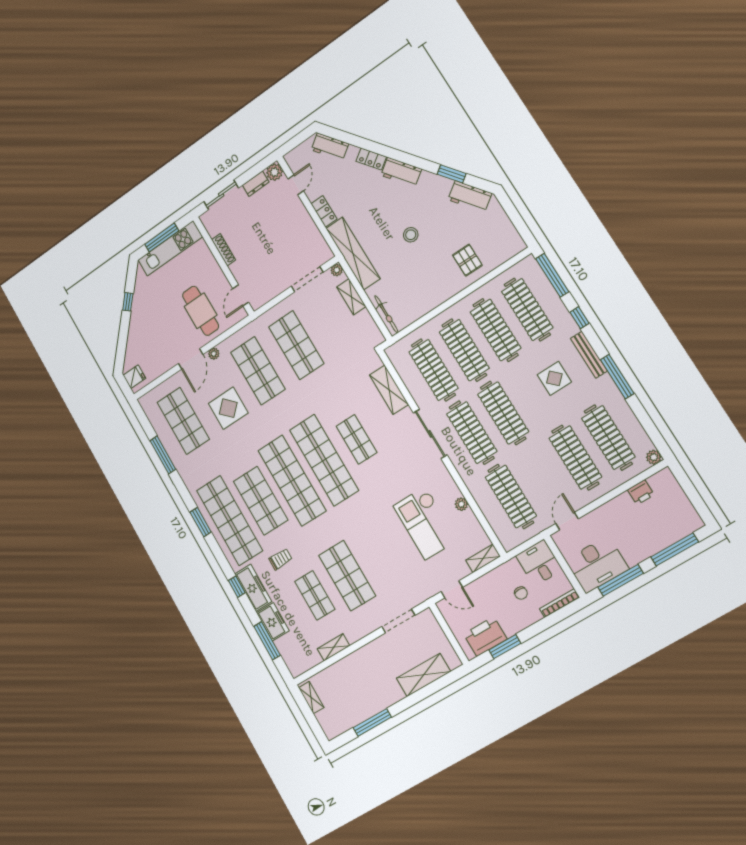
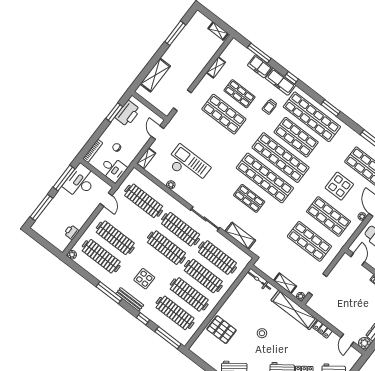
pallet: (467, 260) -> (221, 330), width x1.50, depth x1.42
door: (452, 589) -> (158, 133), hinge flipped

